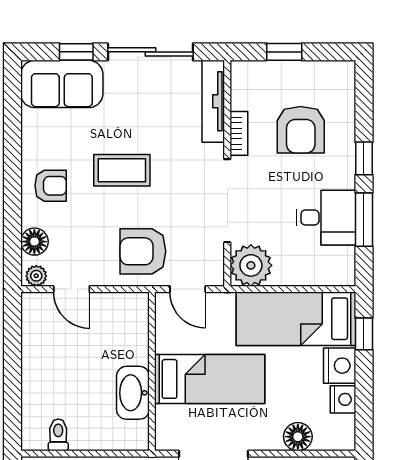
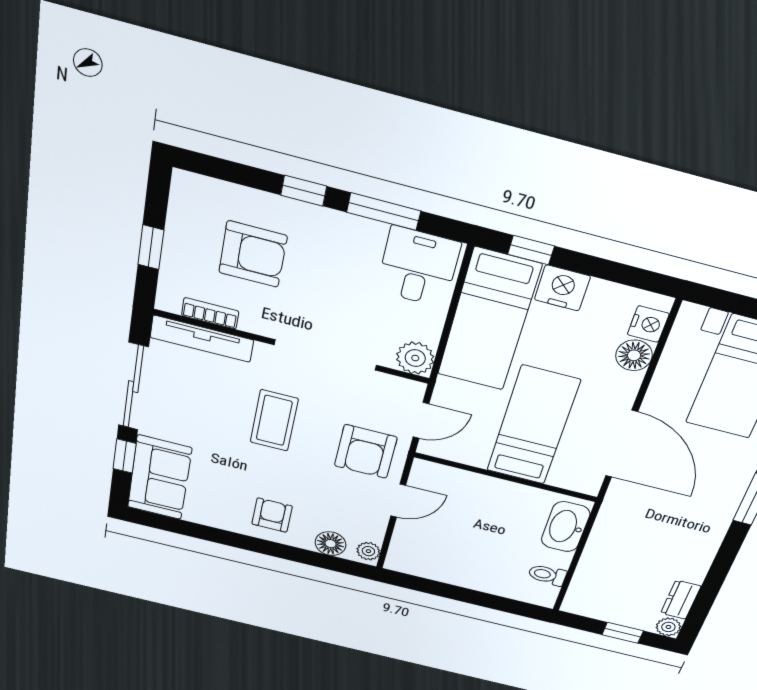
bookcase: (239, 133) -> (210, 313), moved
coffee table: (122, 170) -> (274, 420), moved
desk: (326, 218) -> (418, 267), moved
plant: (251, 265) -> (415, 358), width x0.73, depth x0.73
door: (72, 289) -> (398, 501), moved
washbasin: (133, 393) -> (566, 527), moved, turned 90
nightstand: (343, 399) -> (648, 324), moved, turned 90

